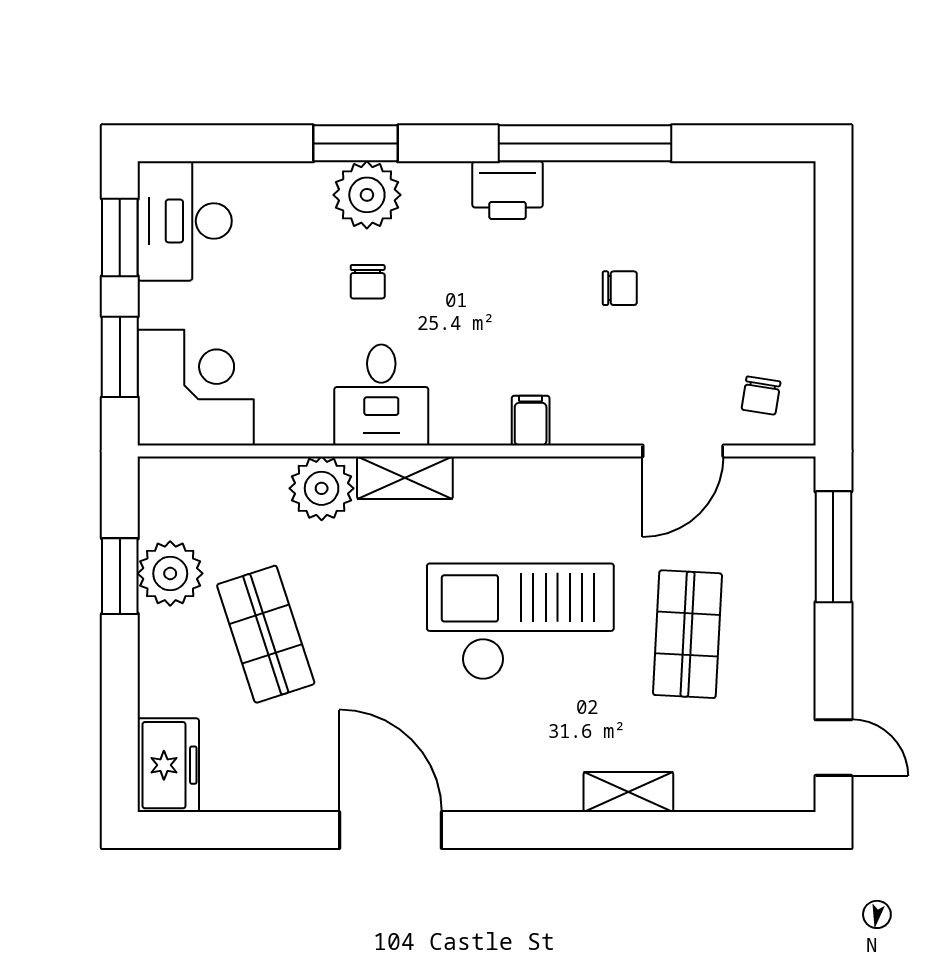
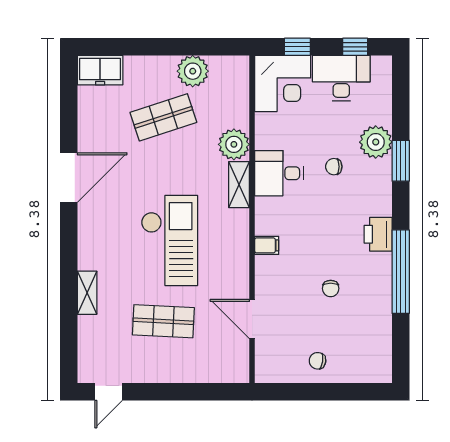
plant: (367, 195) -> (376, 142), moved
desk: (185, 221) -> (341, 78), moved
window: (120, 237) -> (355, 47), width x0.67
window: (120, 357) -> (297, 47), width x0.67
chair: (761, 396) -> (318, 361), moved
window: (833, 547) -> (206, 392), removed
window: (120, 576) -> (191, 47), removed

